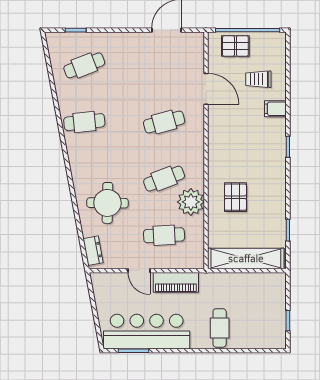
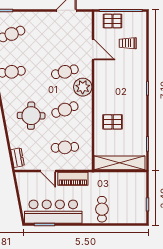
filing cabinet: (275, 109) -> (139, 63), removed
pallet: (235, 197) -> (113, 122), turned 90
plant: (191, 202) -> (83, 87), moved
round table: (107, 203) -> (31, 116), moved

